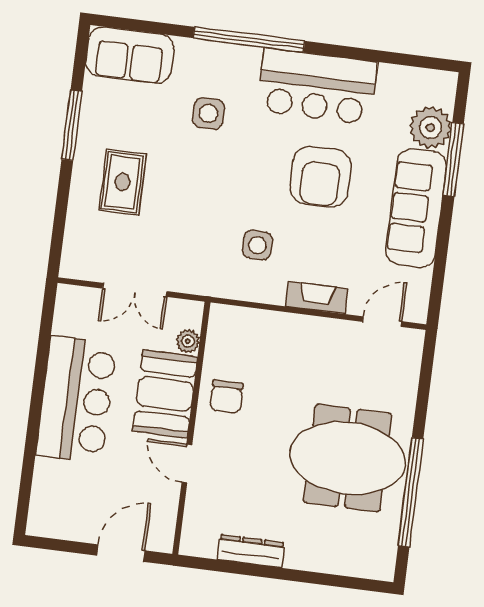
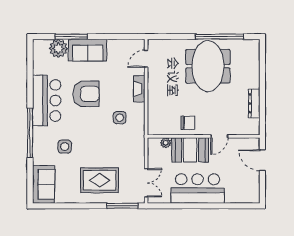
window: (72, 125) -> (122, 206), moved
rug: (123, 182) -> (100, 180), width x1.36, depth x1.43
sofa: (416, 208) -> (88, 50), width x0.73
double door: (135, 290) -> (146, 183), moved
door: (382, 322) -> (146, 59), hinge flipped

